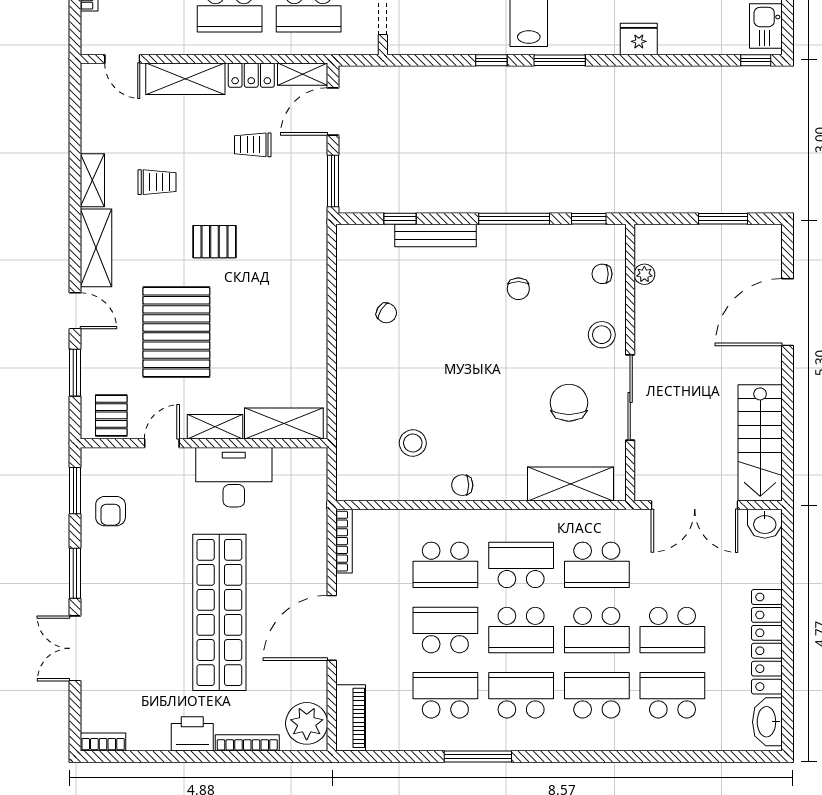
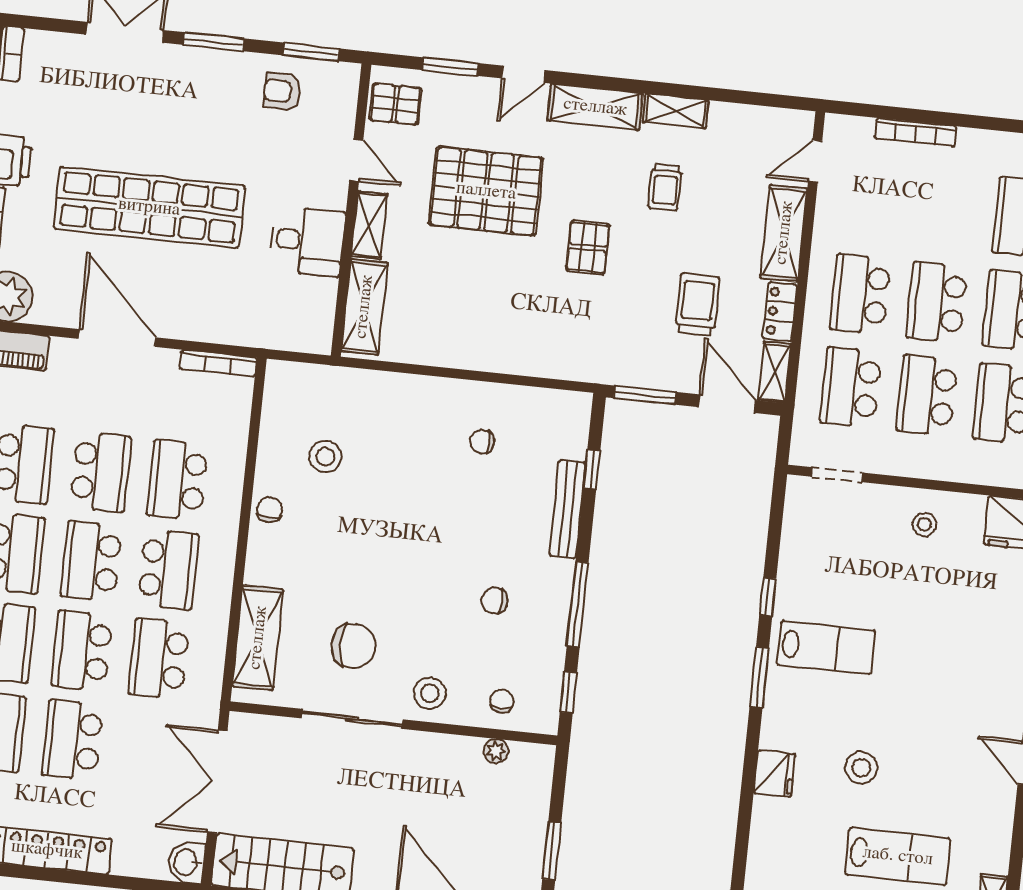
trolley: (253, 145) -> (697, 305), width x1.36, depth x1.39
chair: (386, 313) -> (482, 442), turned 57
desk: (234, 477) -> (307, 241), width x0.73

